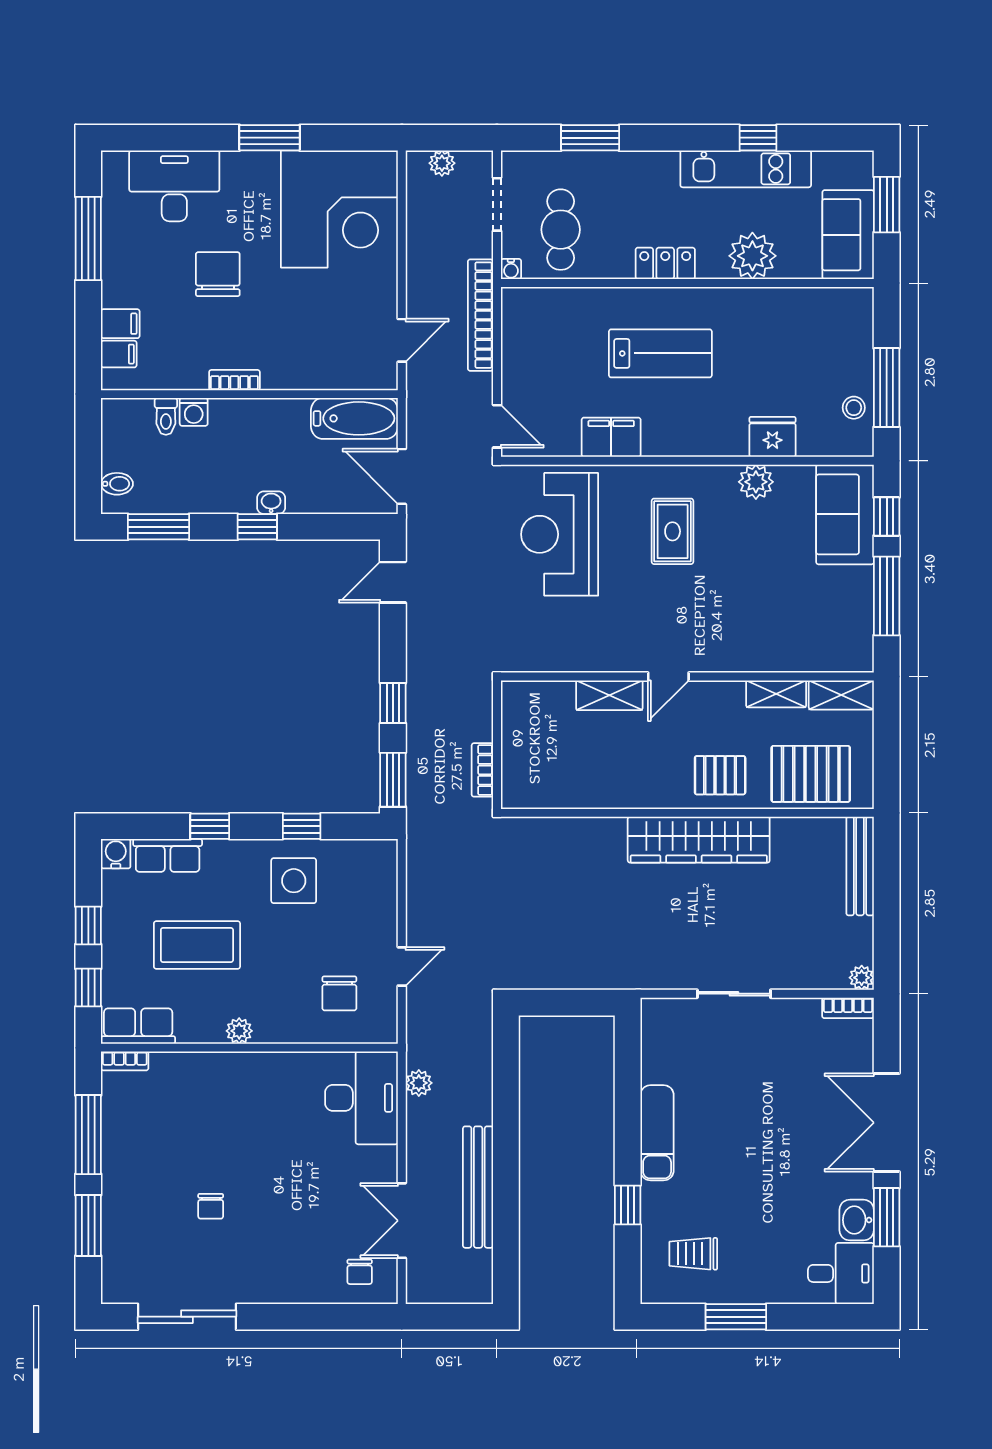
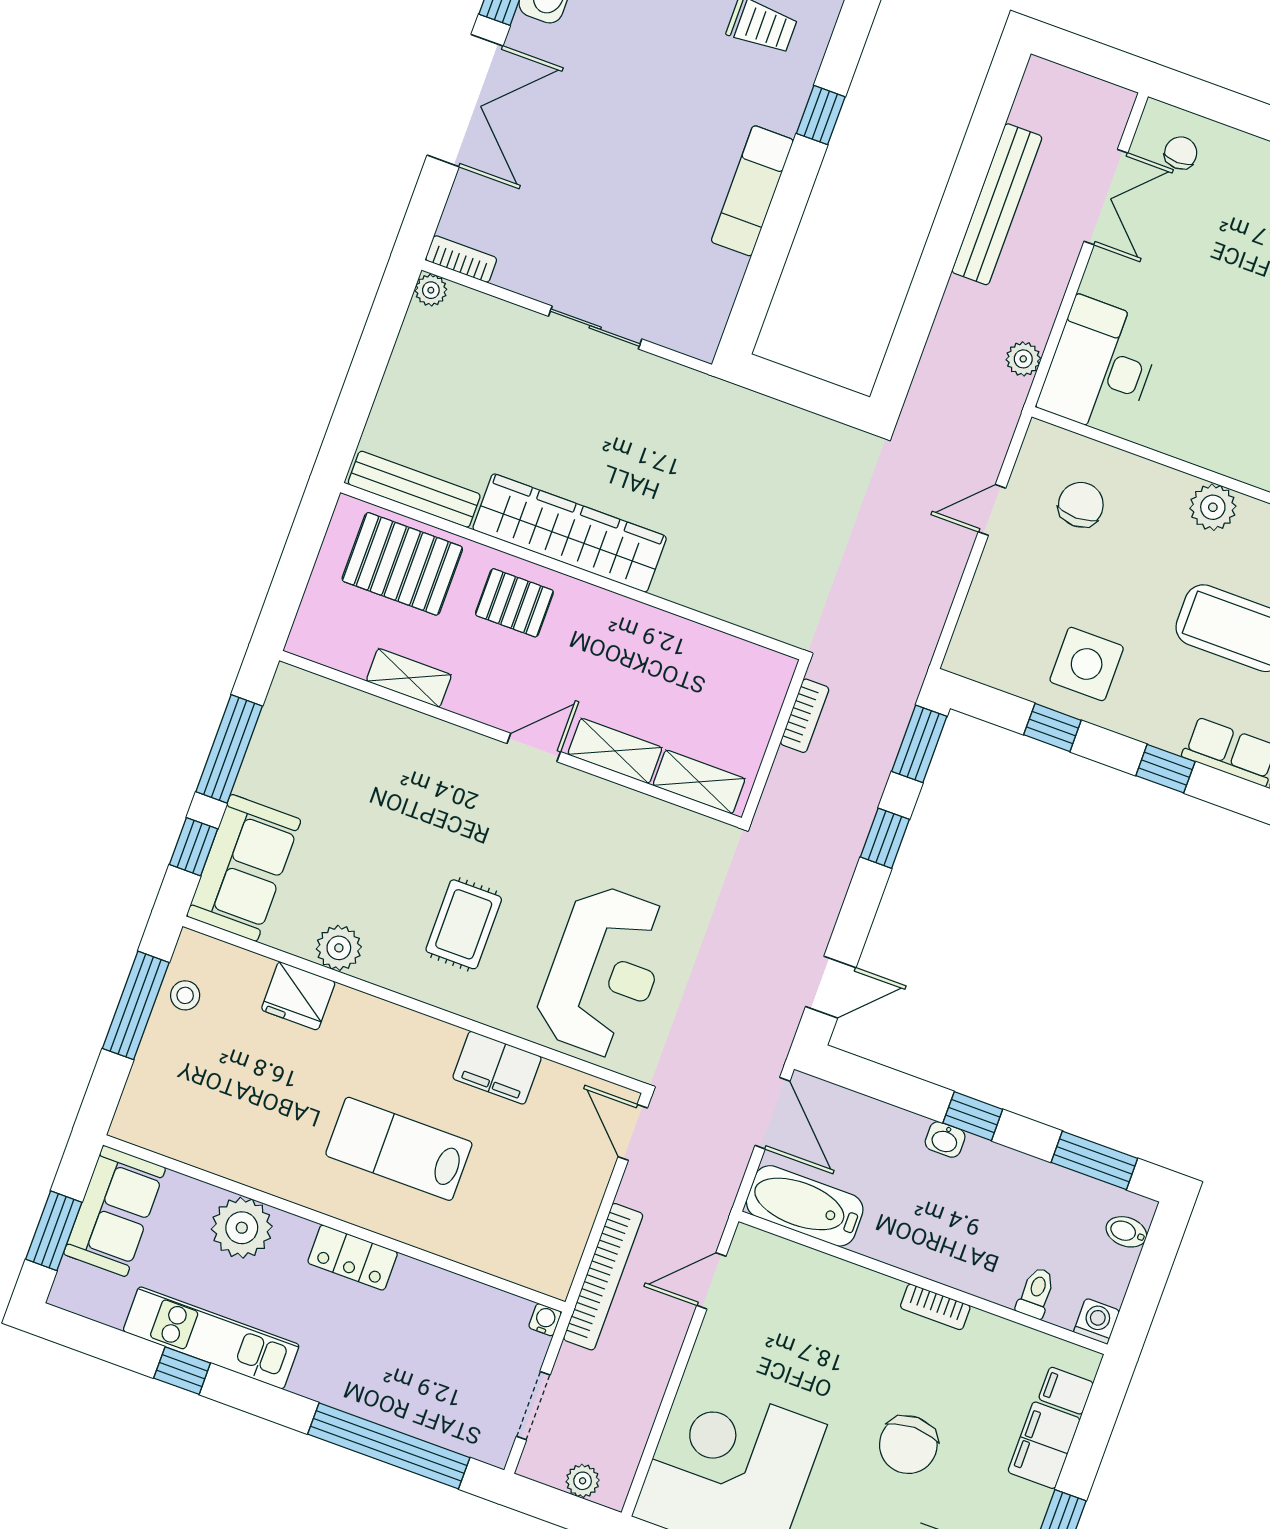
window: (590, 138) -> (389, 1446), width x2.11
cafe table: (561, 230) -> (466, 1346), removed
filing cabinet: (120, 324) -> (1044, 1445), width x2.00
washing machine: (194, 412) -> (1097, 1321), moved
shelving: (841, 695) -> (699, 782), moved
bench: (860, 866) -> (414, 489), moved, turned 90
plant: (239, 1031) -> (1213, 507), width x1.38, depth x1.38

